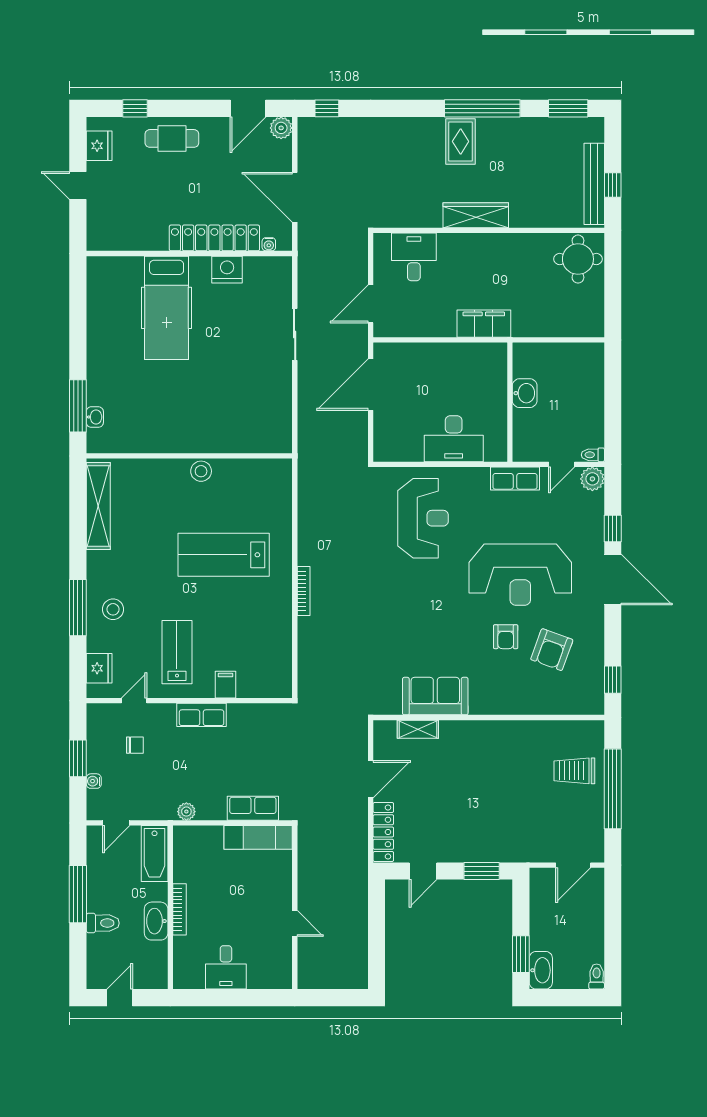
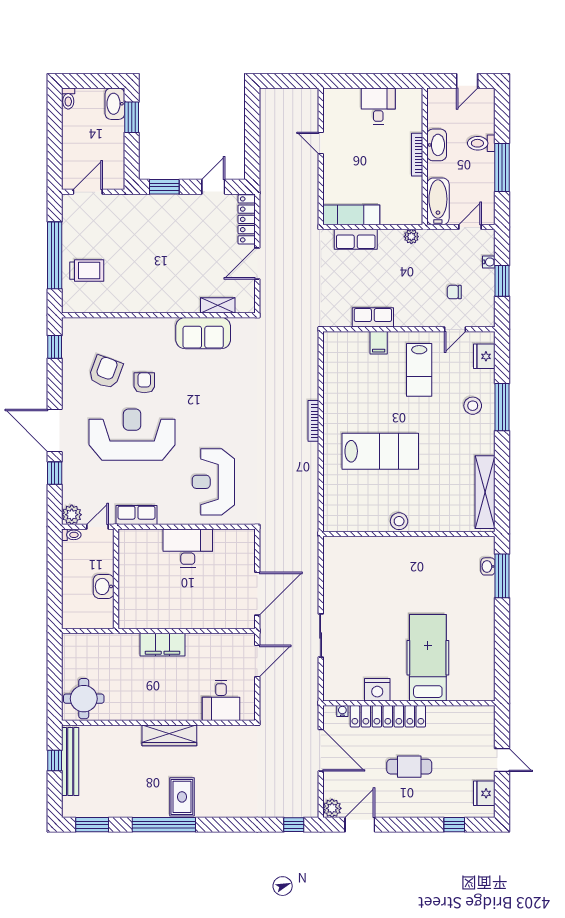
cafe table: (172, 138) -> (409, 767), moved
washbasin: (525, 393) -> (104, 586), moved
wall: (510, 402) -> (116, 579), moved
row of seats: (202, 715) -> (373, 317), moved

